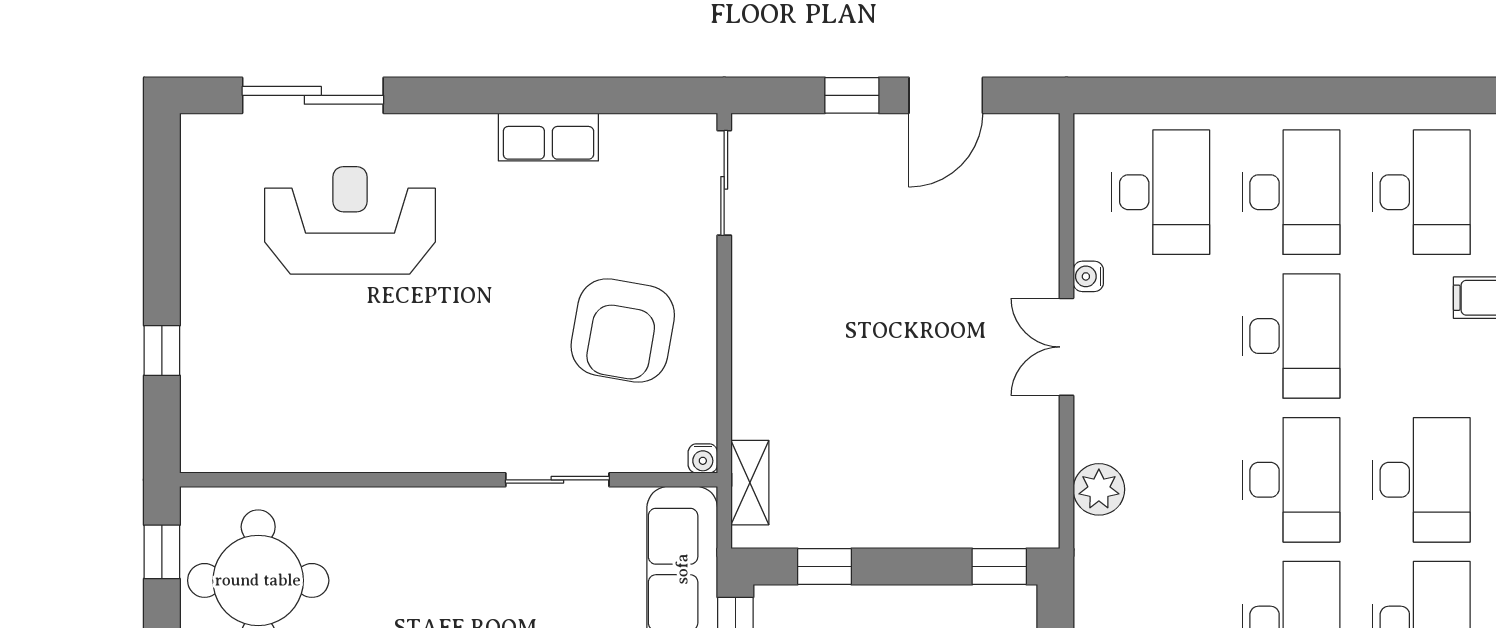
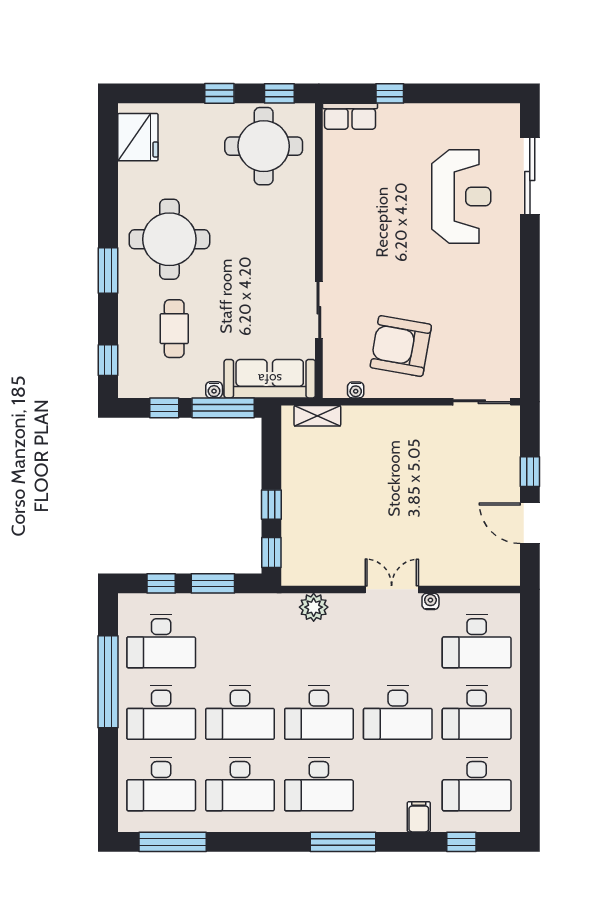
row of seats: (548, 137) -> (350, 116), moved, turned -90
water cooler: (703, 458) -> (356, 390), moved, turned -90
window: (825, 566) -> (271, 505), moved

